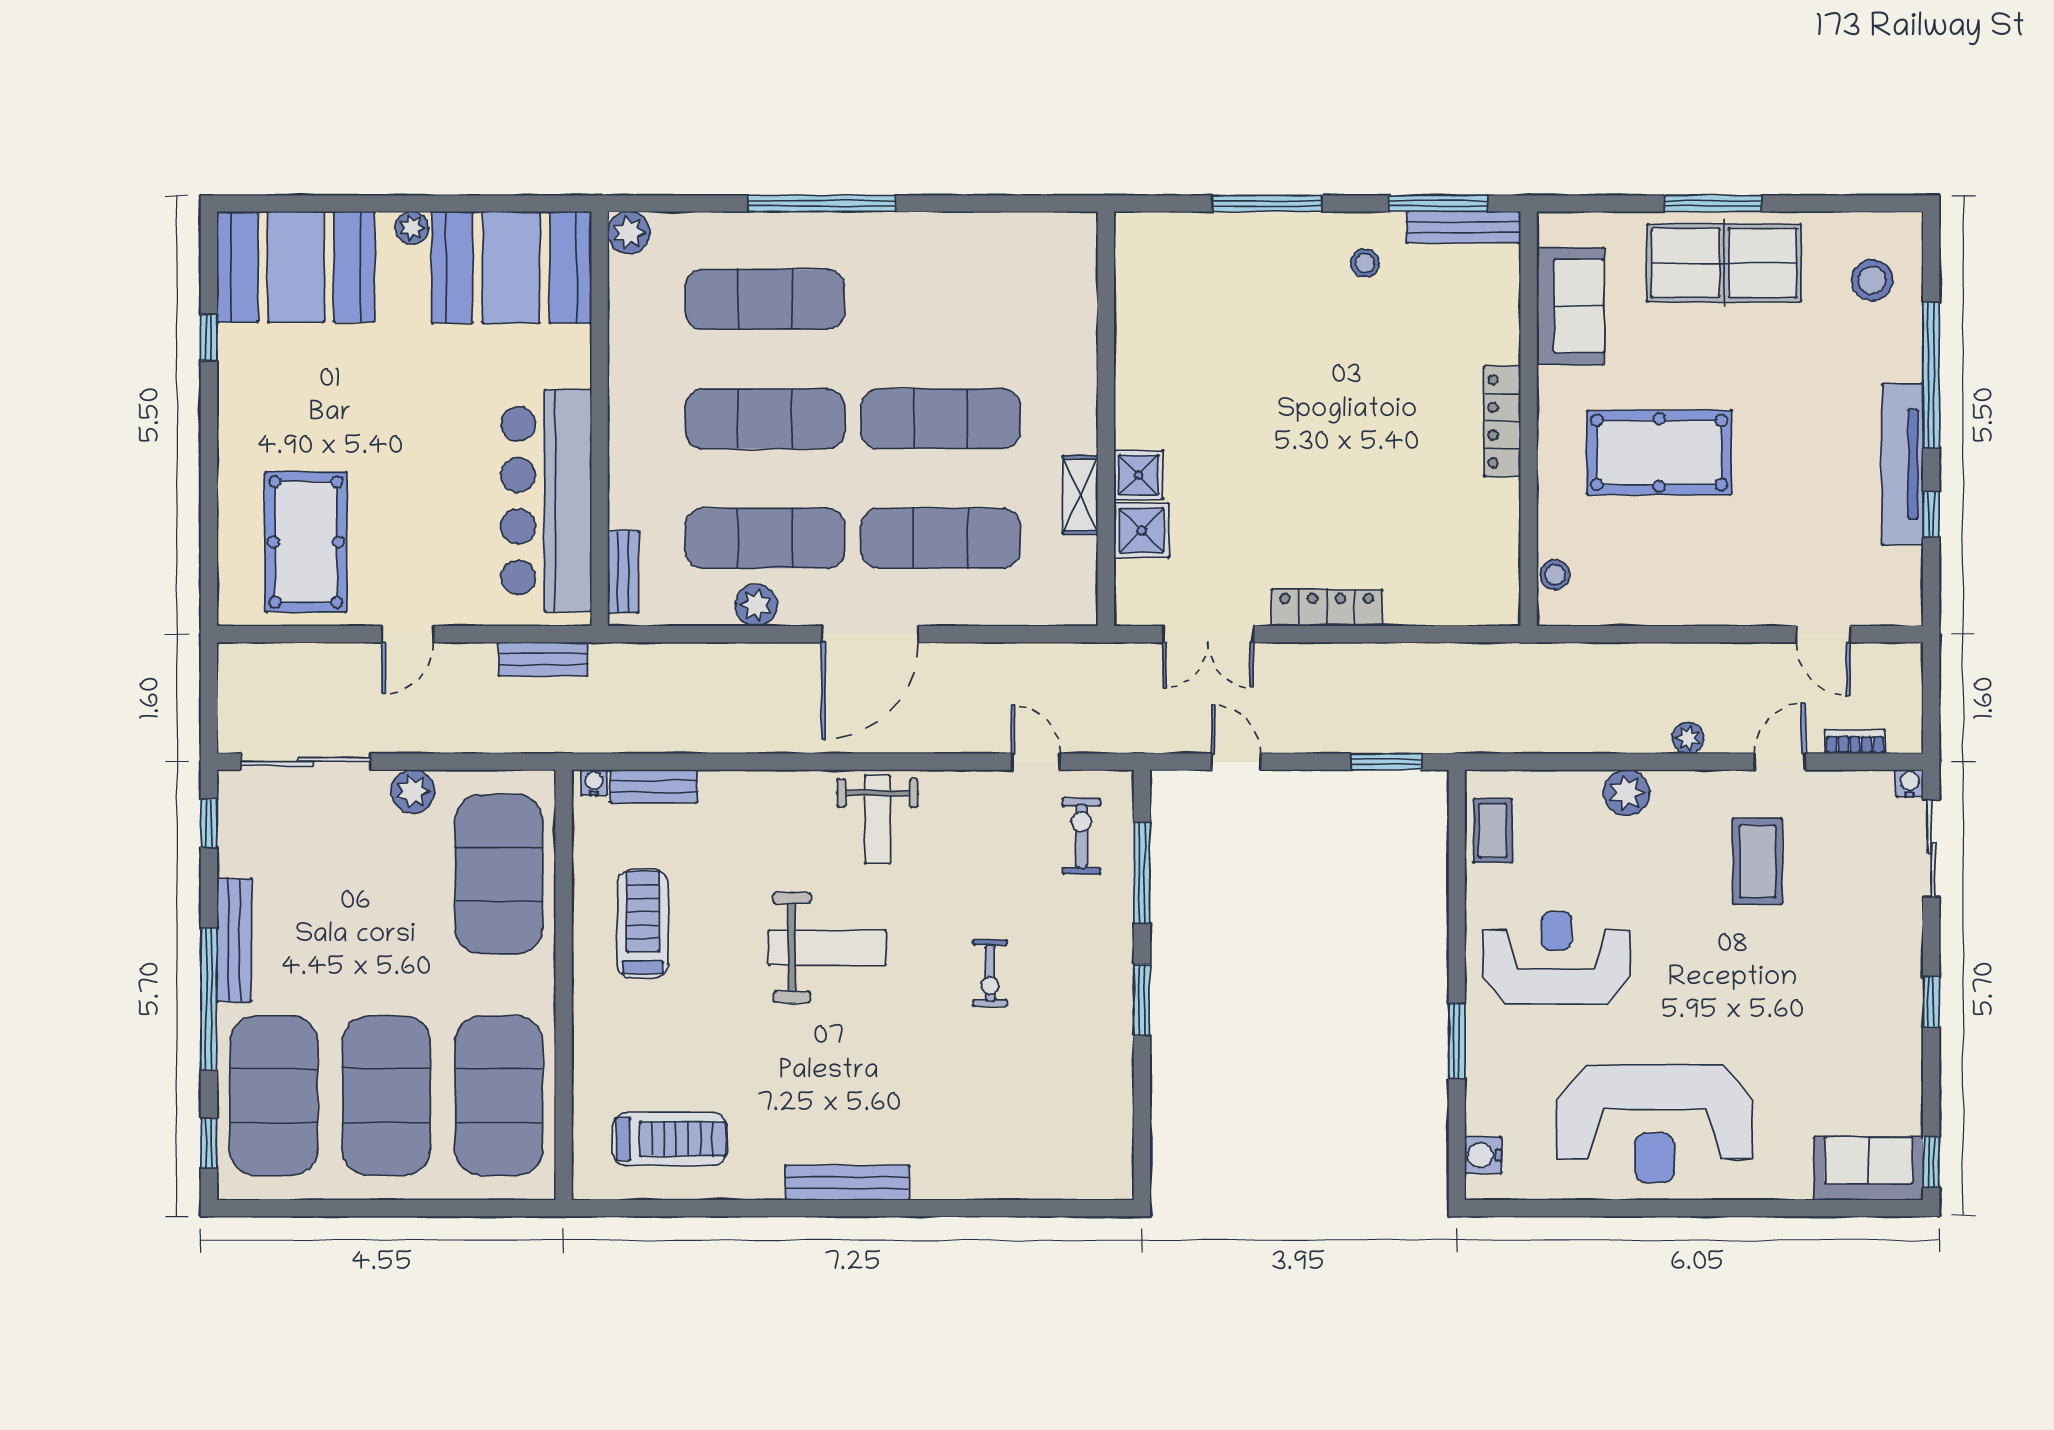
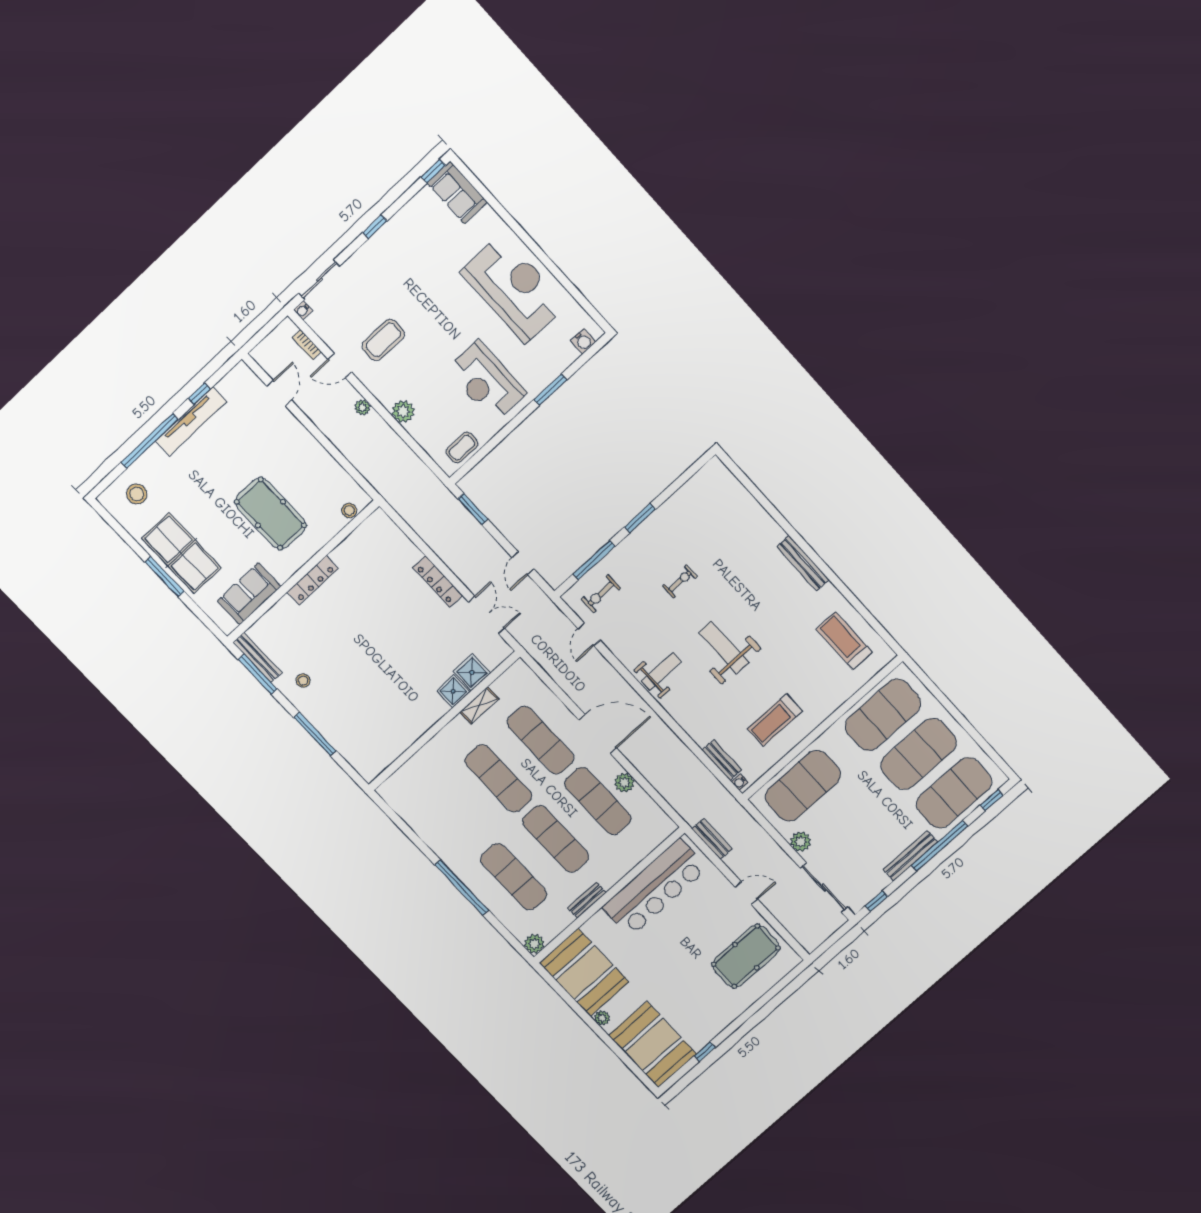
bench: (623, 572) -> (587, 900), moved

